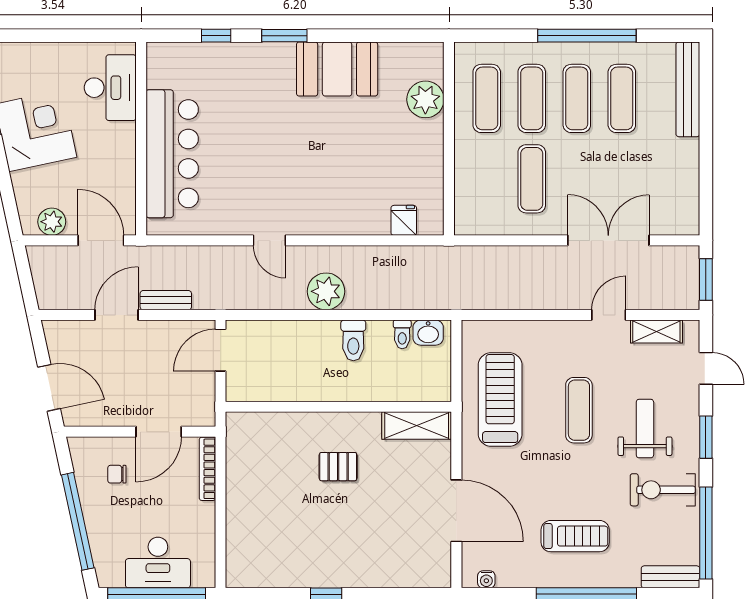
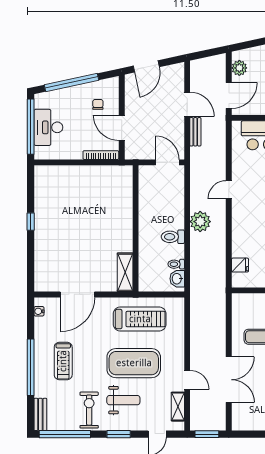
exercise mat: (579, 410) -> (134, 363), width x2.00, depth x1.45
pallet: (338, 467) -> (102, 228), removed

